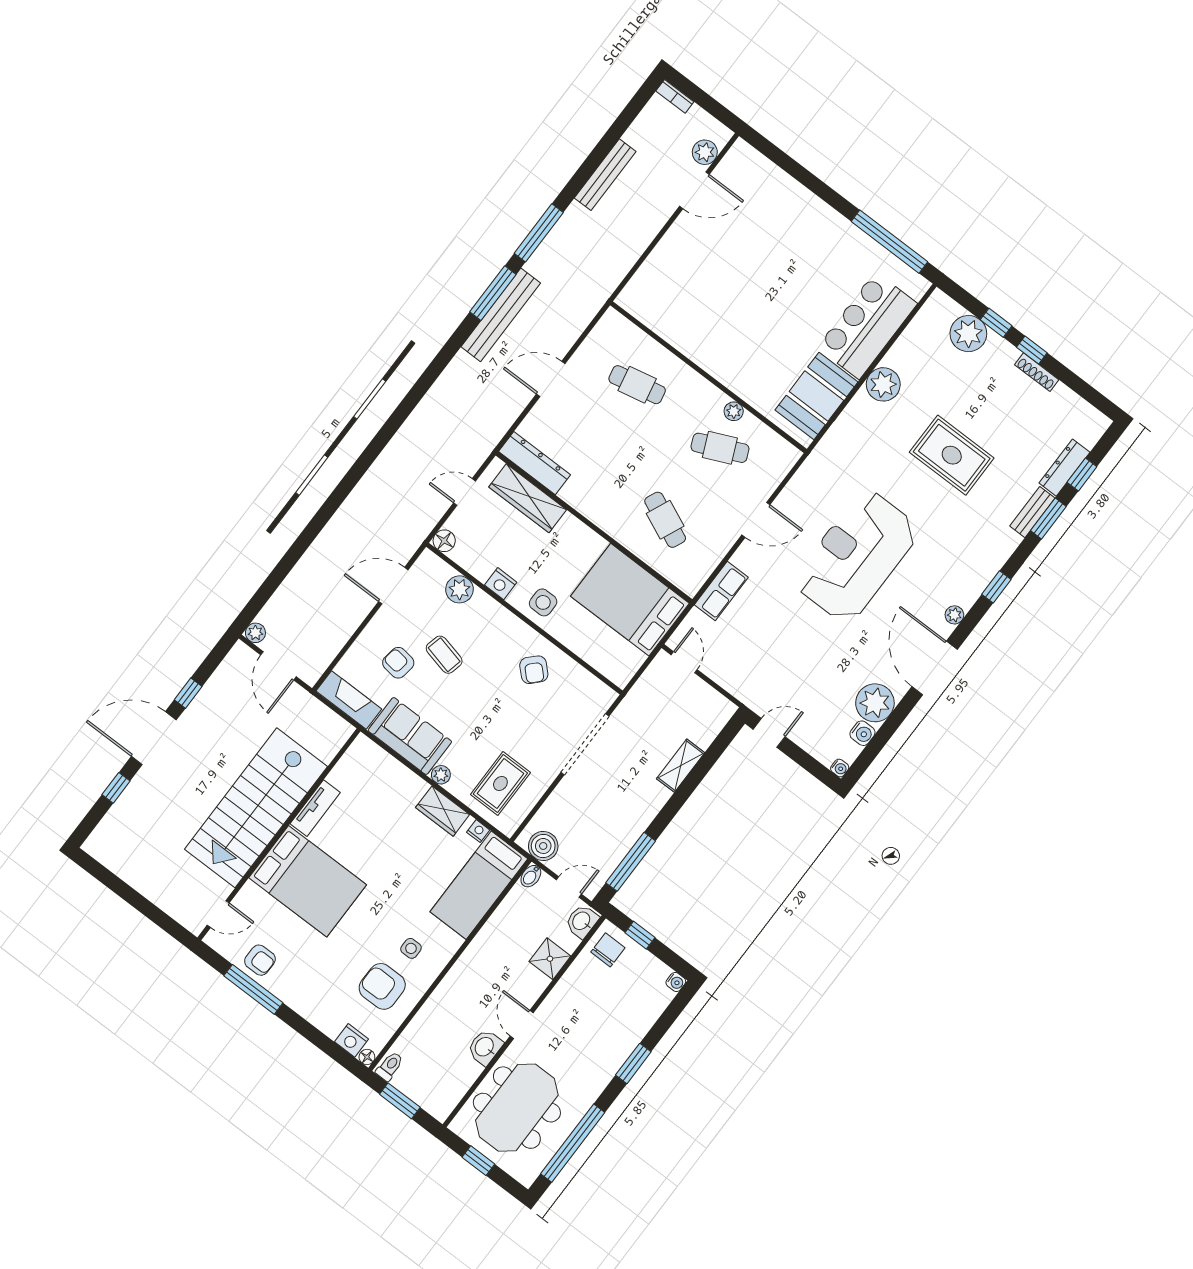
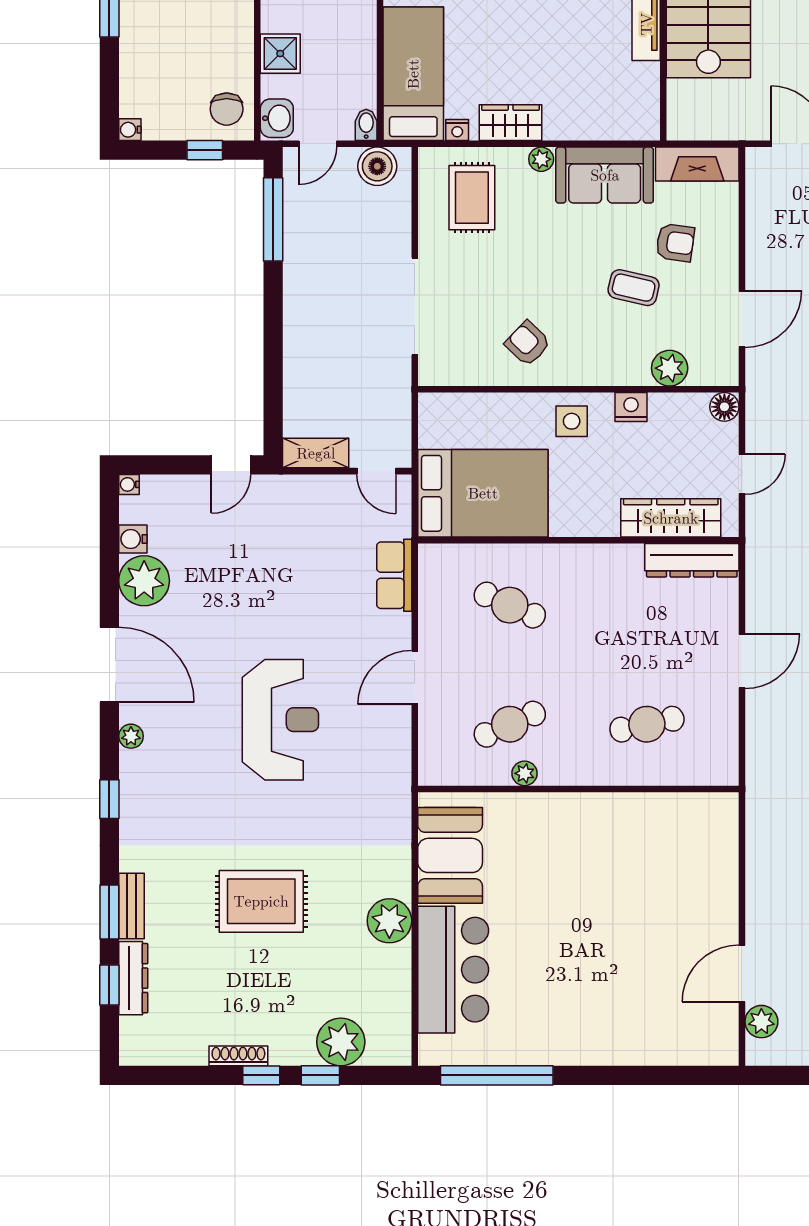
reception desk: (856, 556) -> (280, 720), width x0.74, depth x0.77
shelving: (681, 766) -> (316, 453), moved, turned 90

